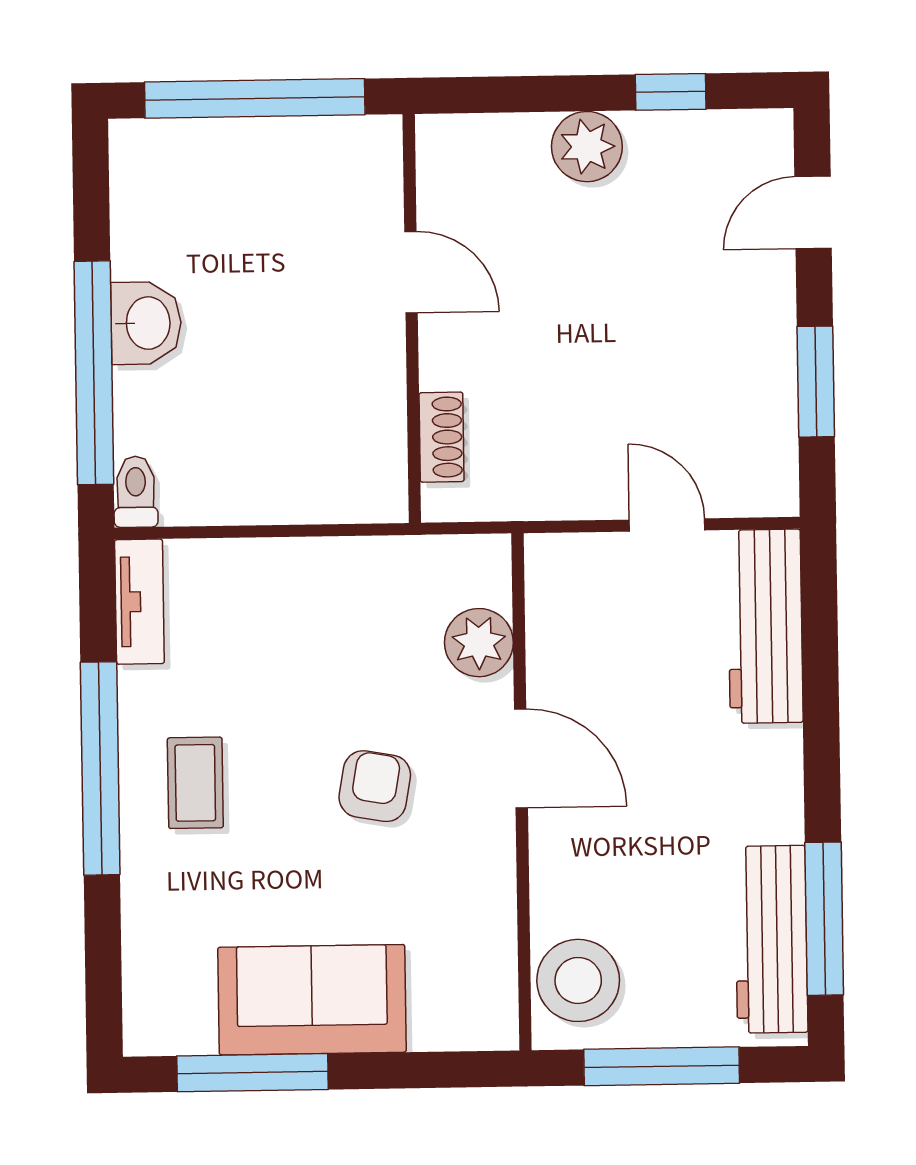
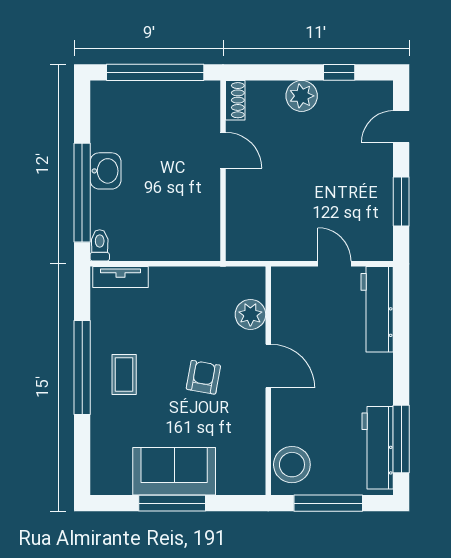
shoe rack: (442, 437) -> (235, 100), moved
tv unit: (139, 602) -> (120, 277), moved, turned 90
window: (253, 1073) -> (172, 503), moved

